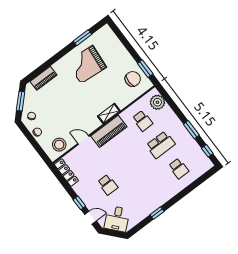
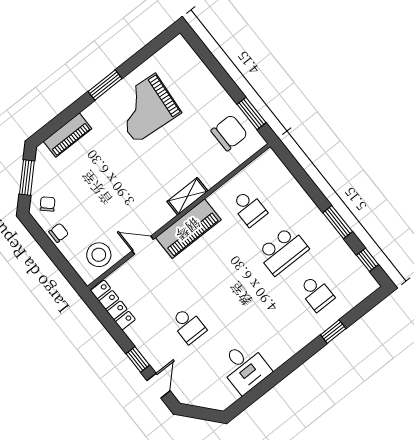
window: (82, 38) -> (105, 85), moved
plant: (157, 102) -> (275, 174), removed
window: (157, 213) -> (333, 332), moved
door: (90, 218) -> (158, 386), hinge flipped
desk: (117, 219) -> (245, 367), moved, turned -49

